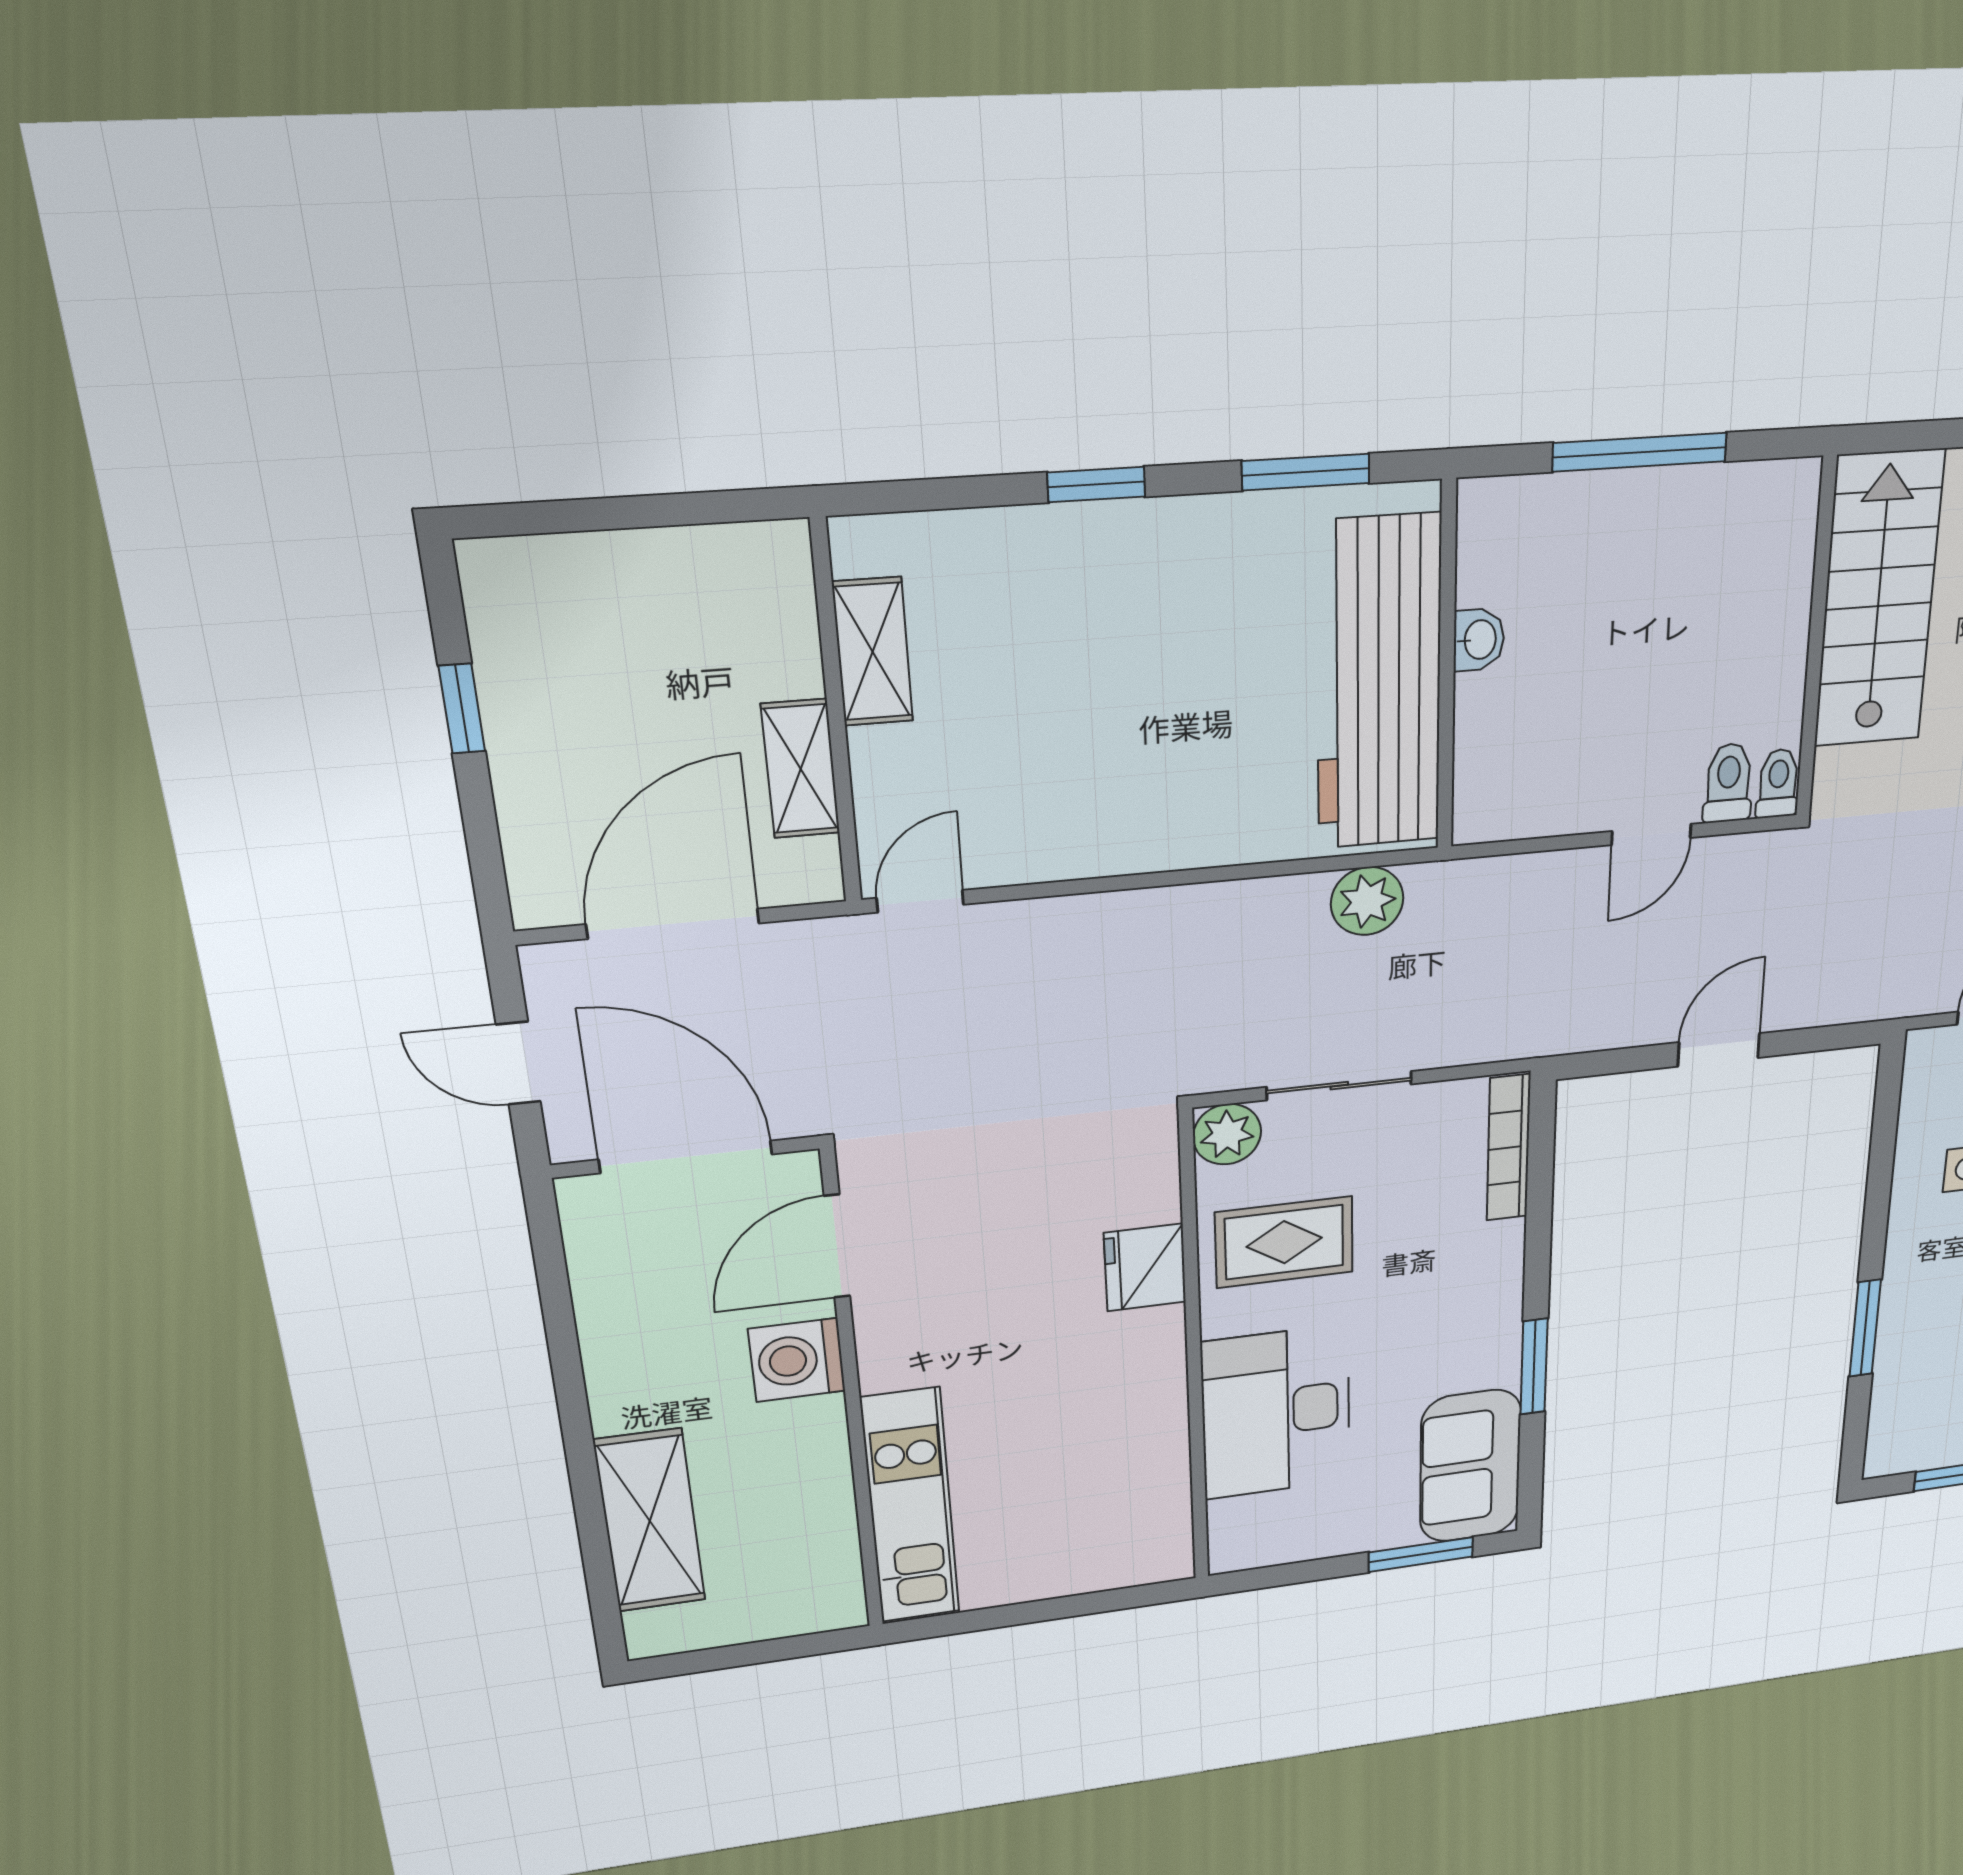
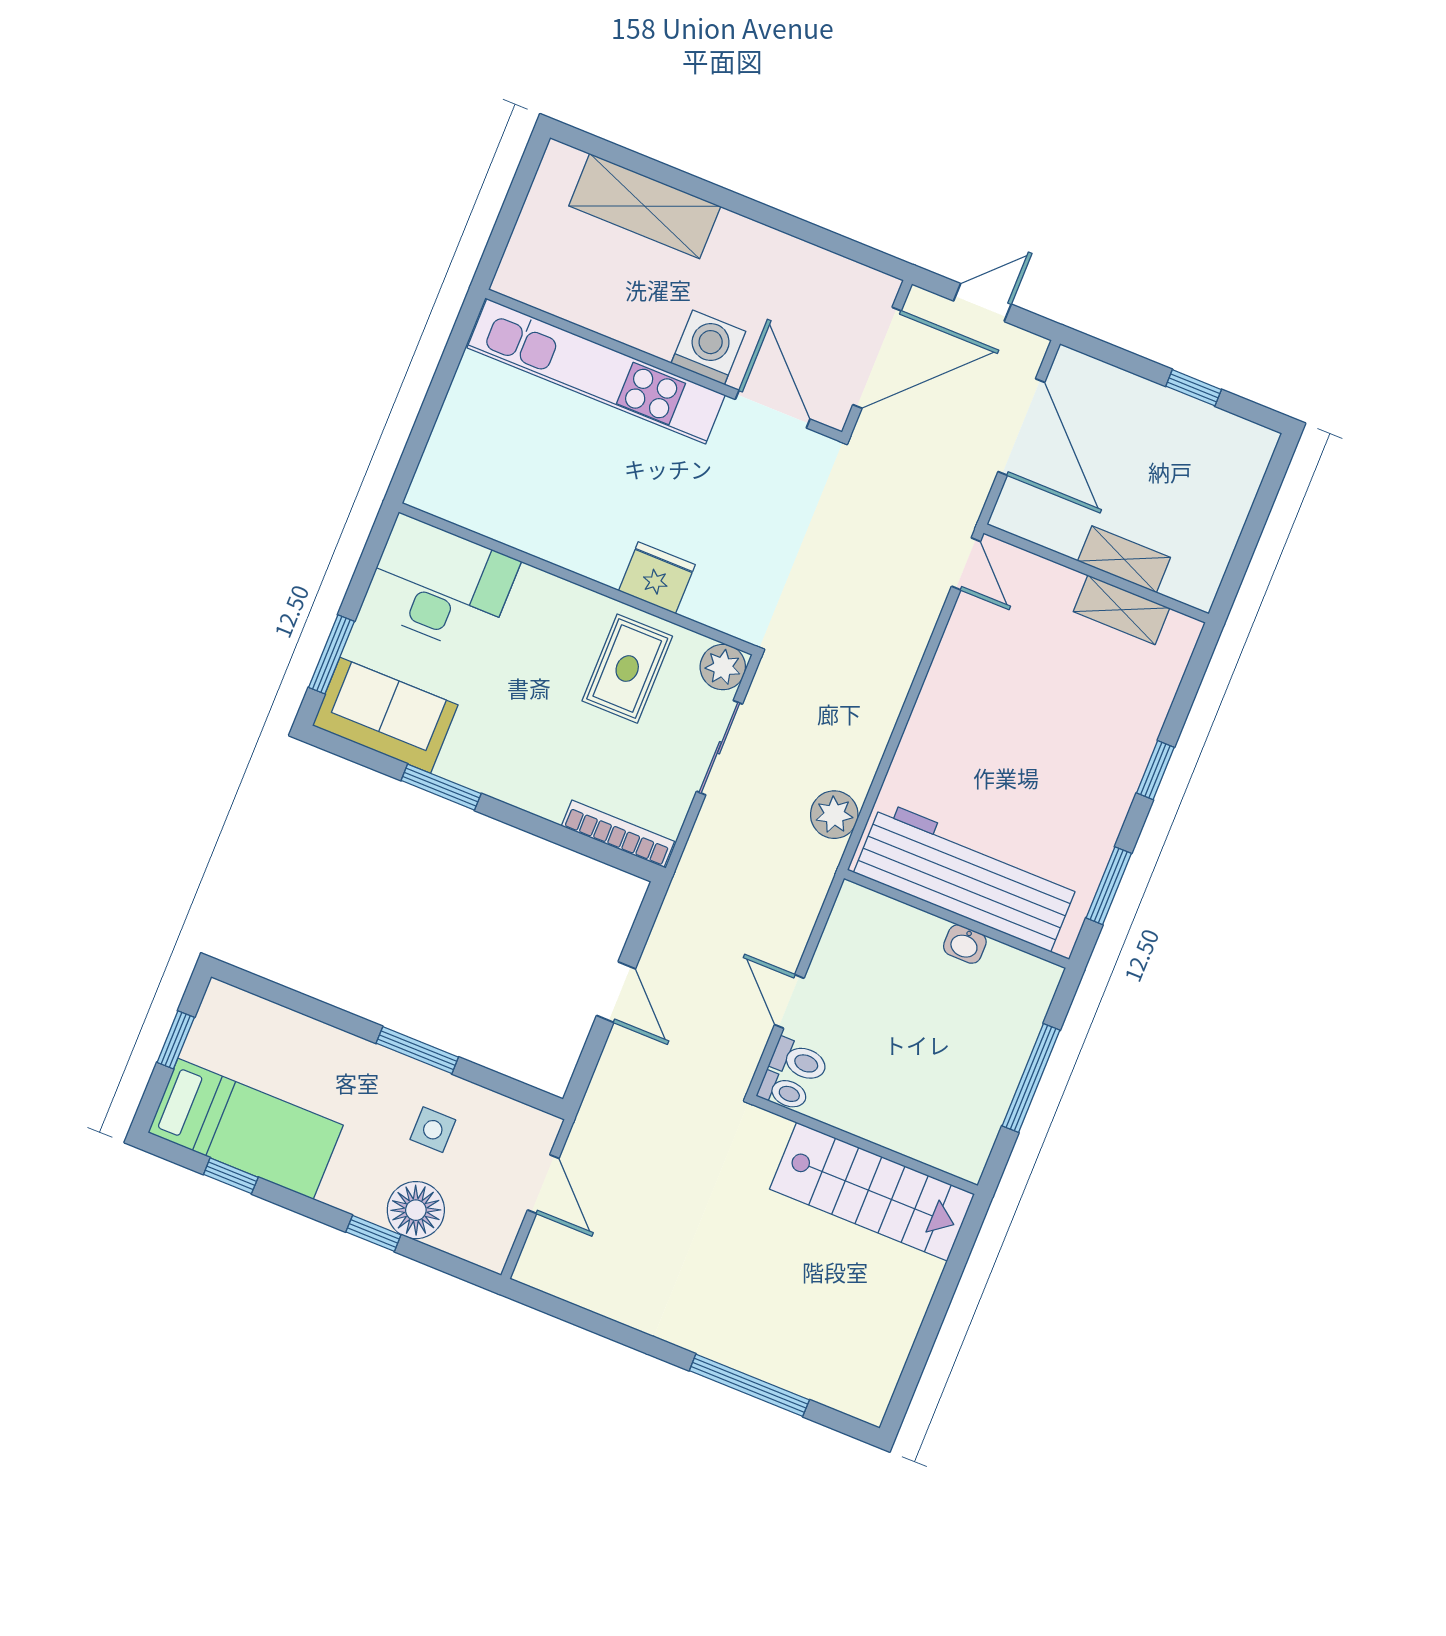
shelving: (801, 769) -> (1124, 559), moved
window: (1865, 1328) -> (417, 1050), moved
desk: (1276, 1412) -> (441, 585), moved
kitchen unit: (910, 1506) -> (596, 371), width x1.36

